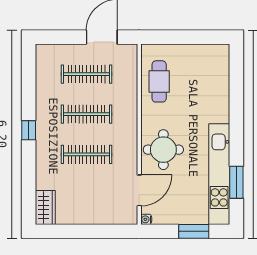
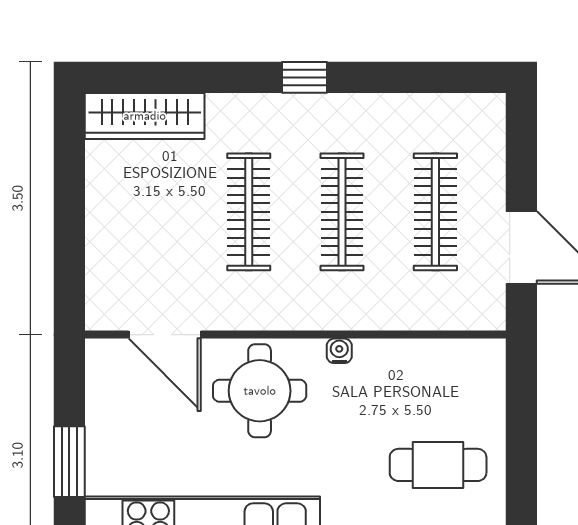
cafe table: (159, 81) -> (438, 465), moved
wardrobe: (45, 208) -> (145, 116), width x1.50
water cooler: (146, 219) -> (339, 351), moved

